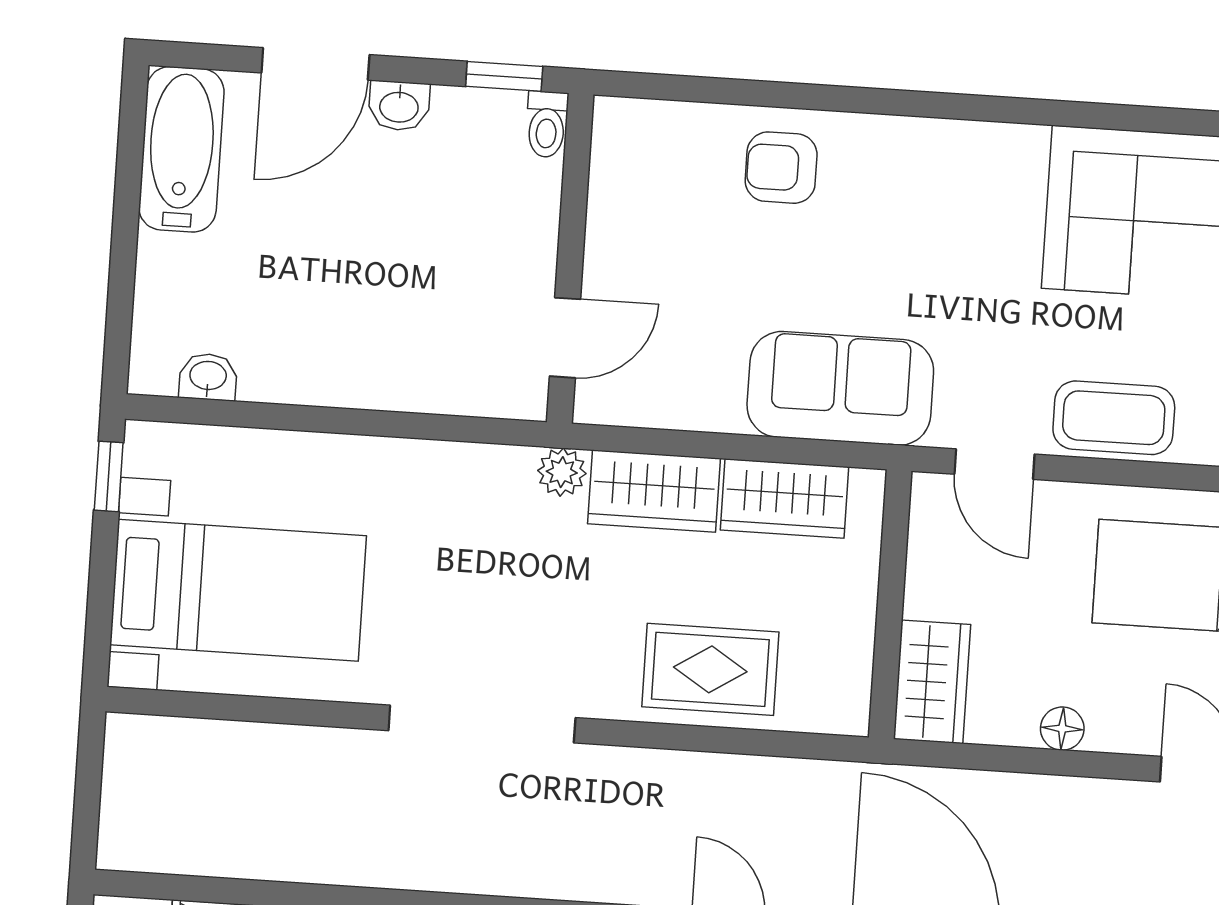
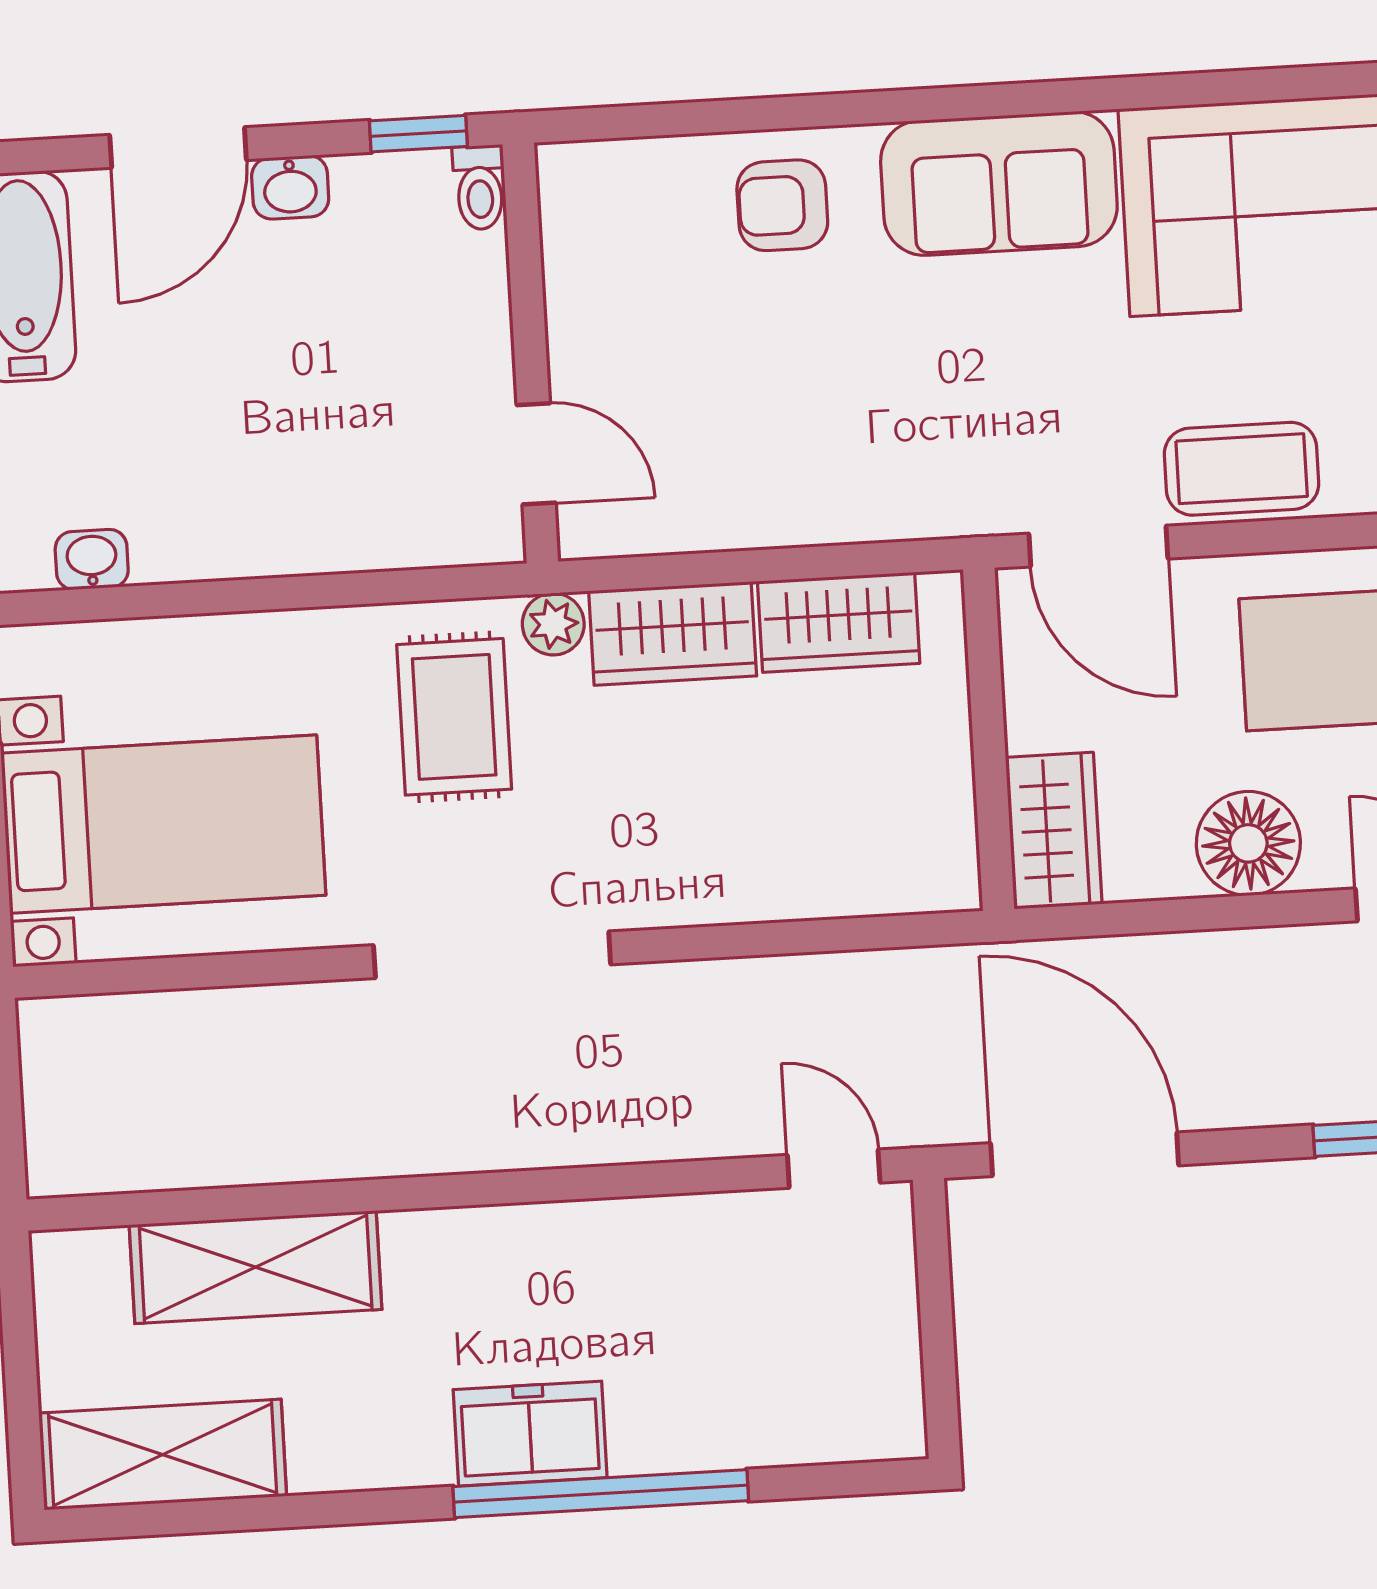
door: (565, 338) -> (536, 454), hinge flipped
sofa: (840, 388) -> (999, 183), moved, turned 180
door: (995, 464) -> (1098, 546), width x1.38
rug: (710, 669) -> (454, 717), moved, turned 90
floor lamp: (1062, 729) -> (1248, 843), width x1.89, depth x1.89

